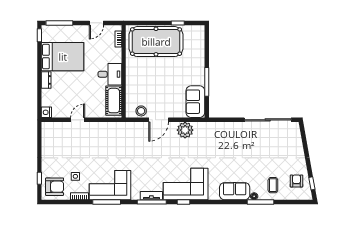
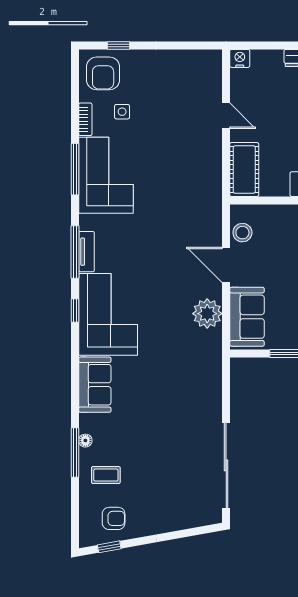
cot: (114, 101) -> (244, 169), moved, turned 90
sofa: (195, 102) -> (247, 317), moved, turned 90
sofa: (235, 191) -> (95, 385), moved

